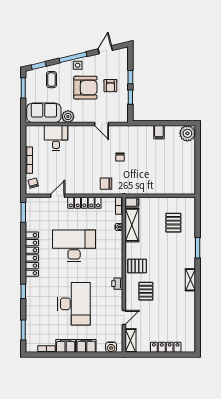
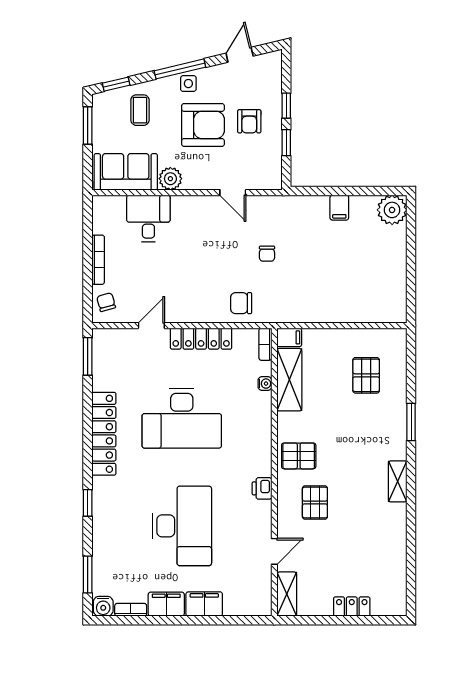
desk: (74, 246) -> (182, 418), turned 180
water cooler: (111, 347) -> (103, 606), moved
locker: (166, 347) -> (352, 606), width x0.66

